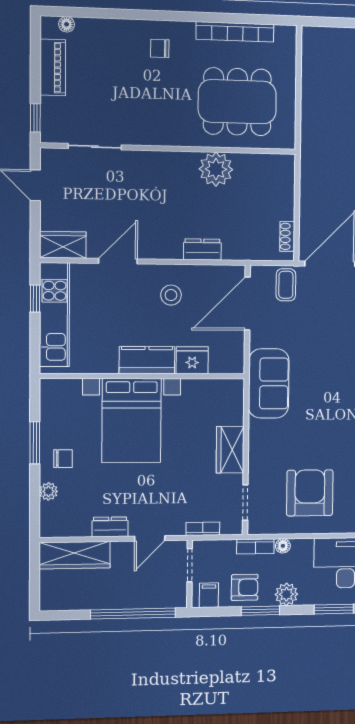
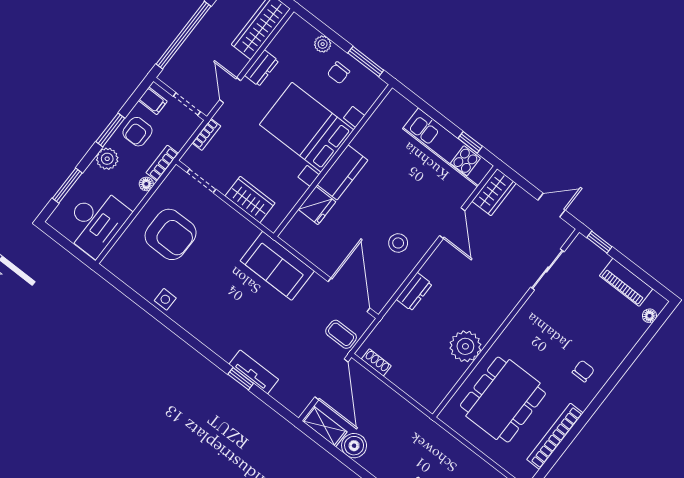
kitchen counter: (147, 360) -> (342, 172), moved
fridge: (192, 360) -> (317, 205), moved
wall: (143, 376) -> (333, 161), moved
bed with nightstands: (132, 421) -> (307, 127), moved

